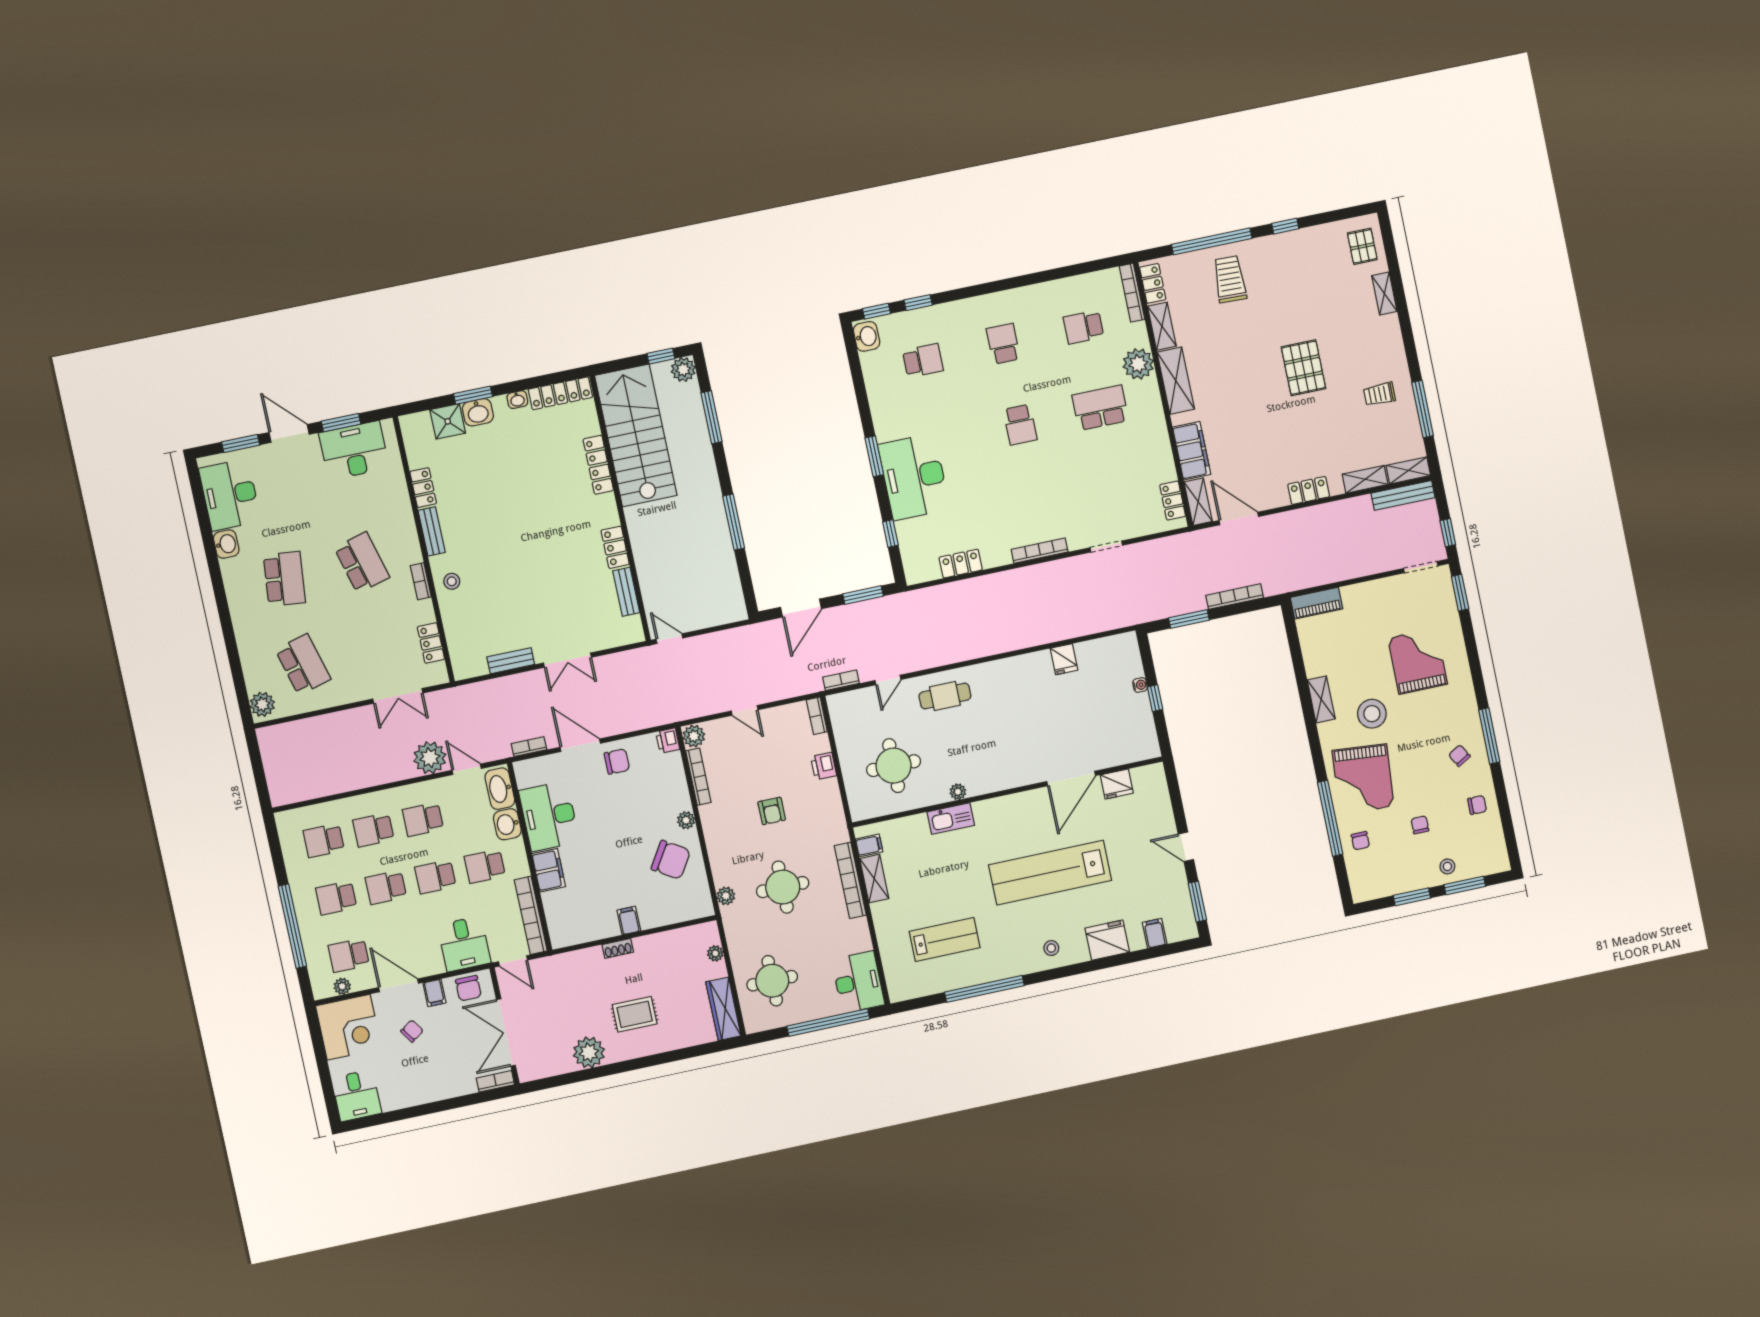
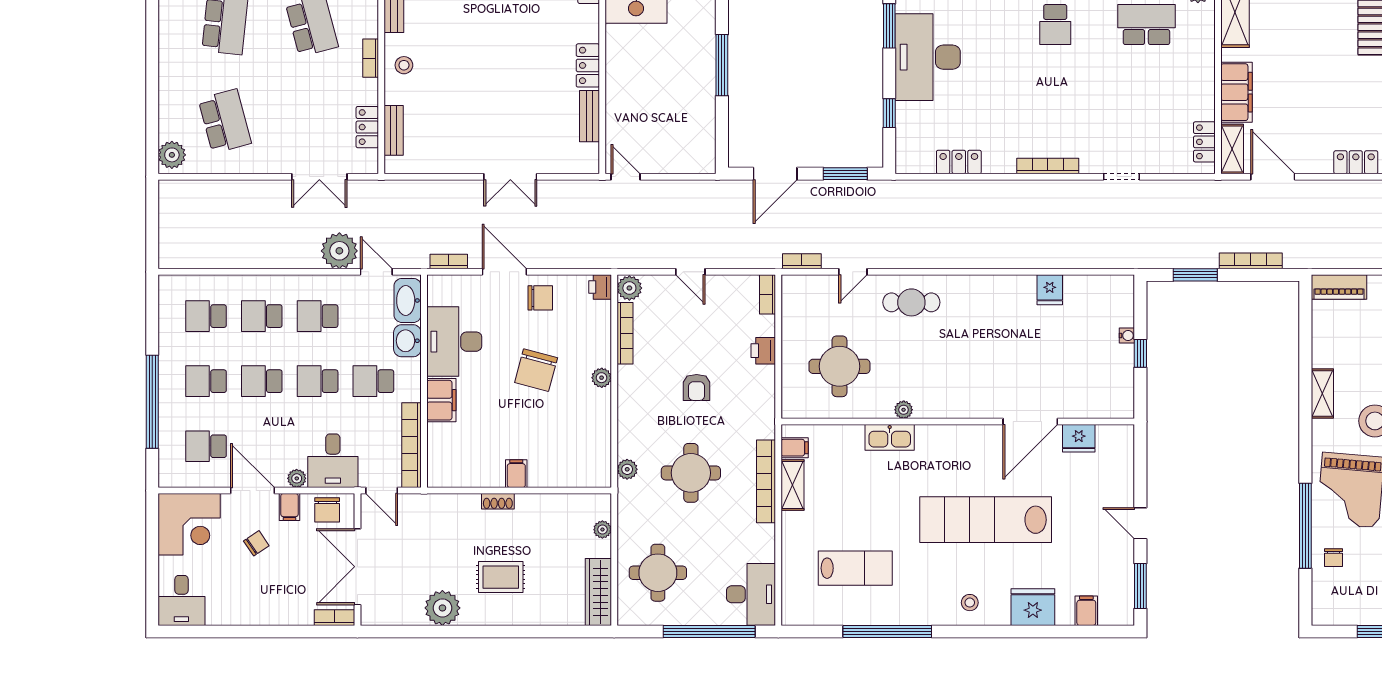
bench: (511, 661) -> (394, 130), moved, turned 90
chair: (671, 860) -> (536, 370), moved, turned 73
plant: (342, 986) -> (297, 478), moved

